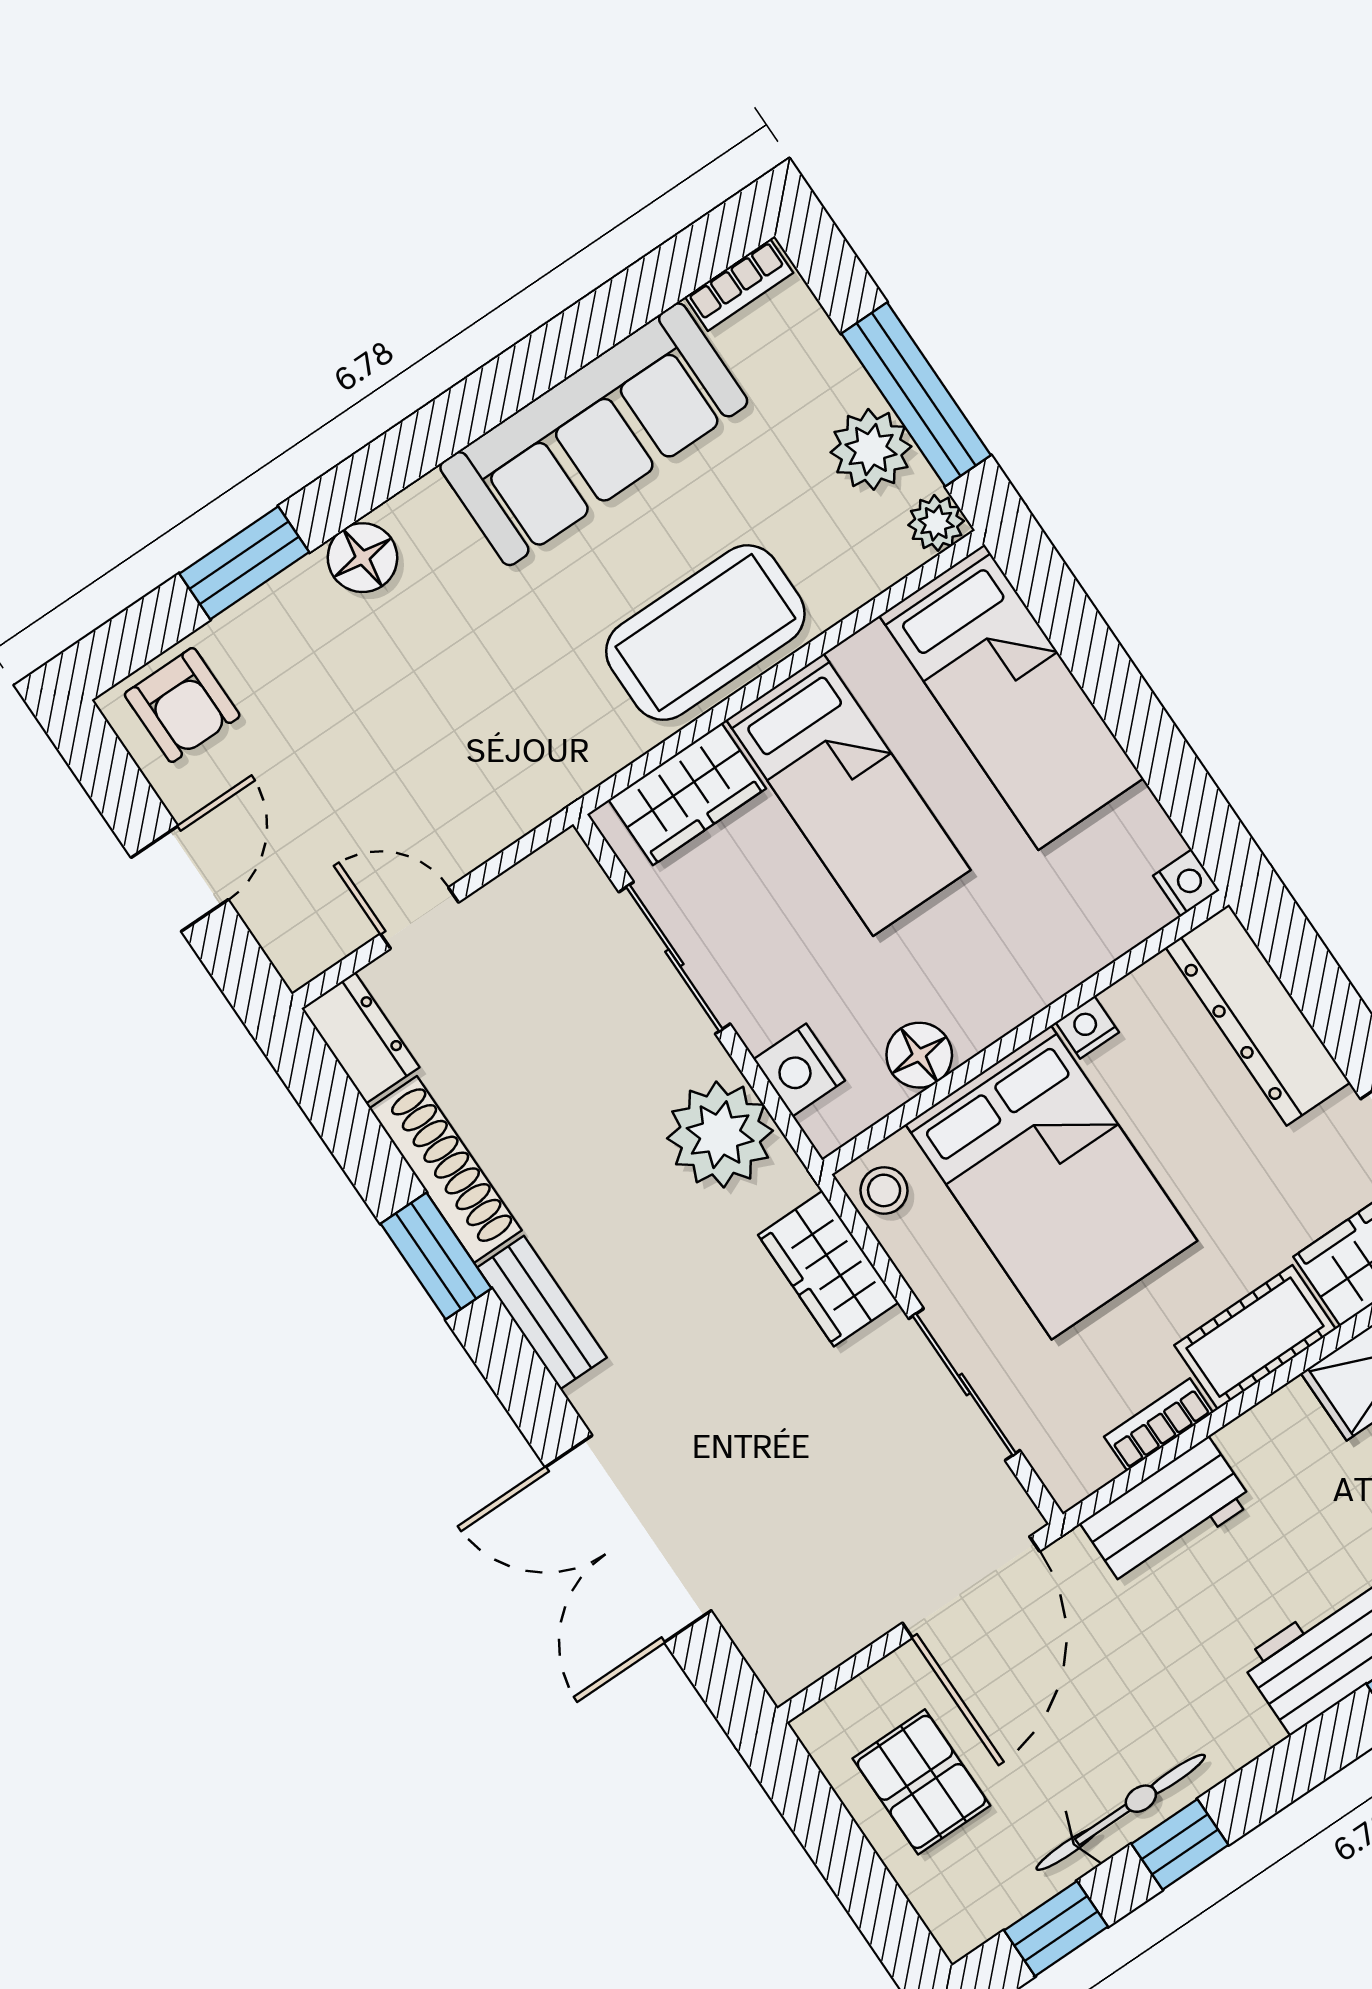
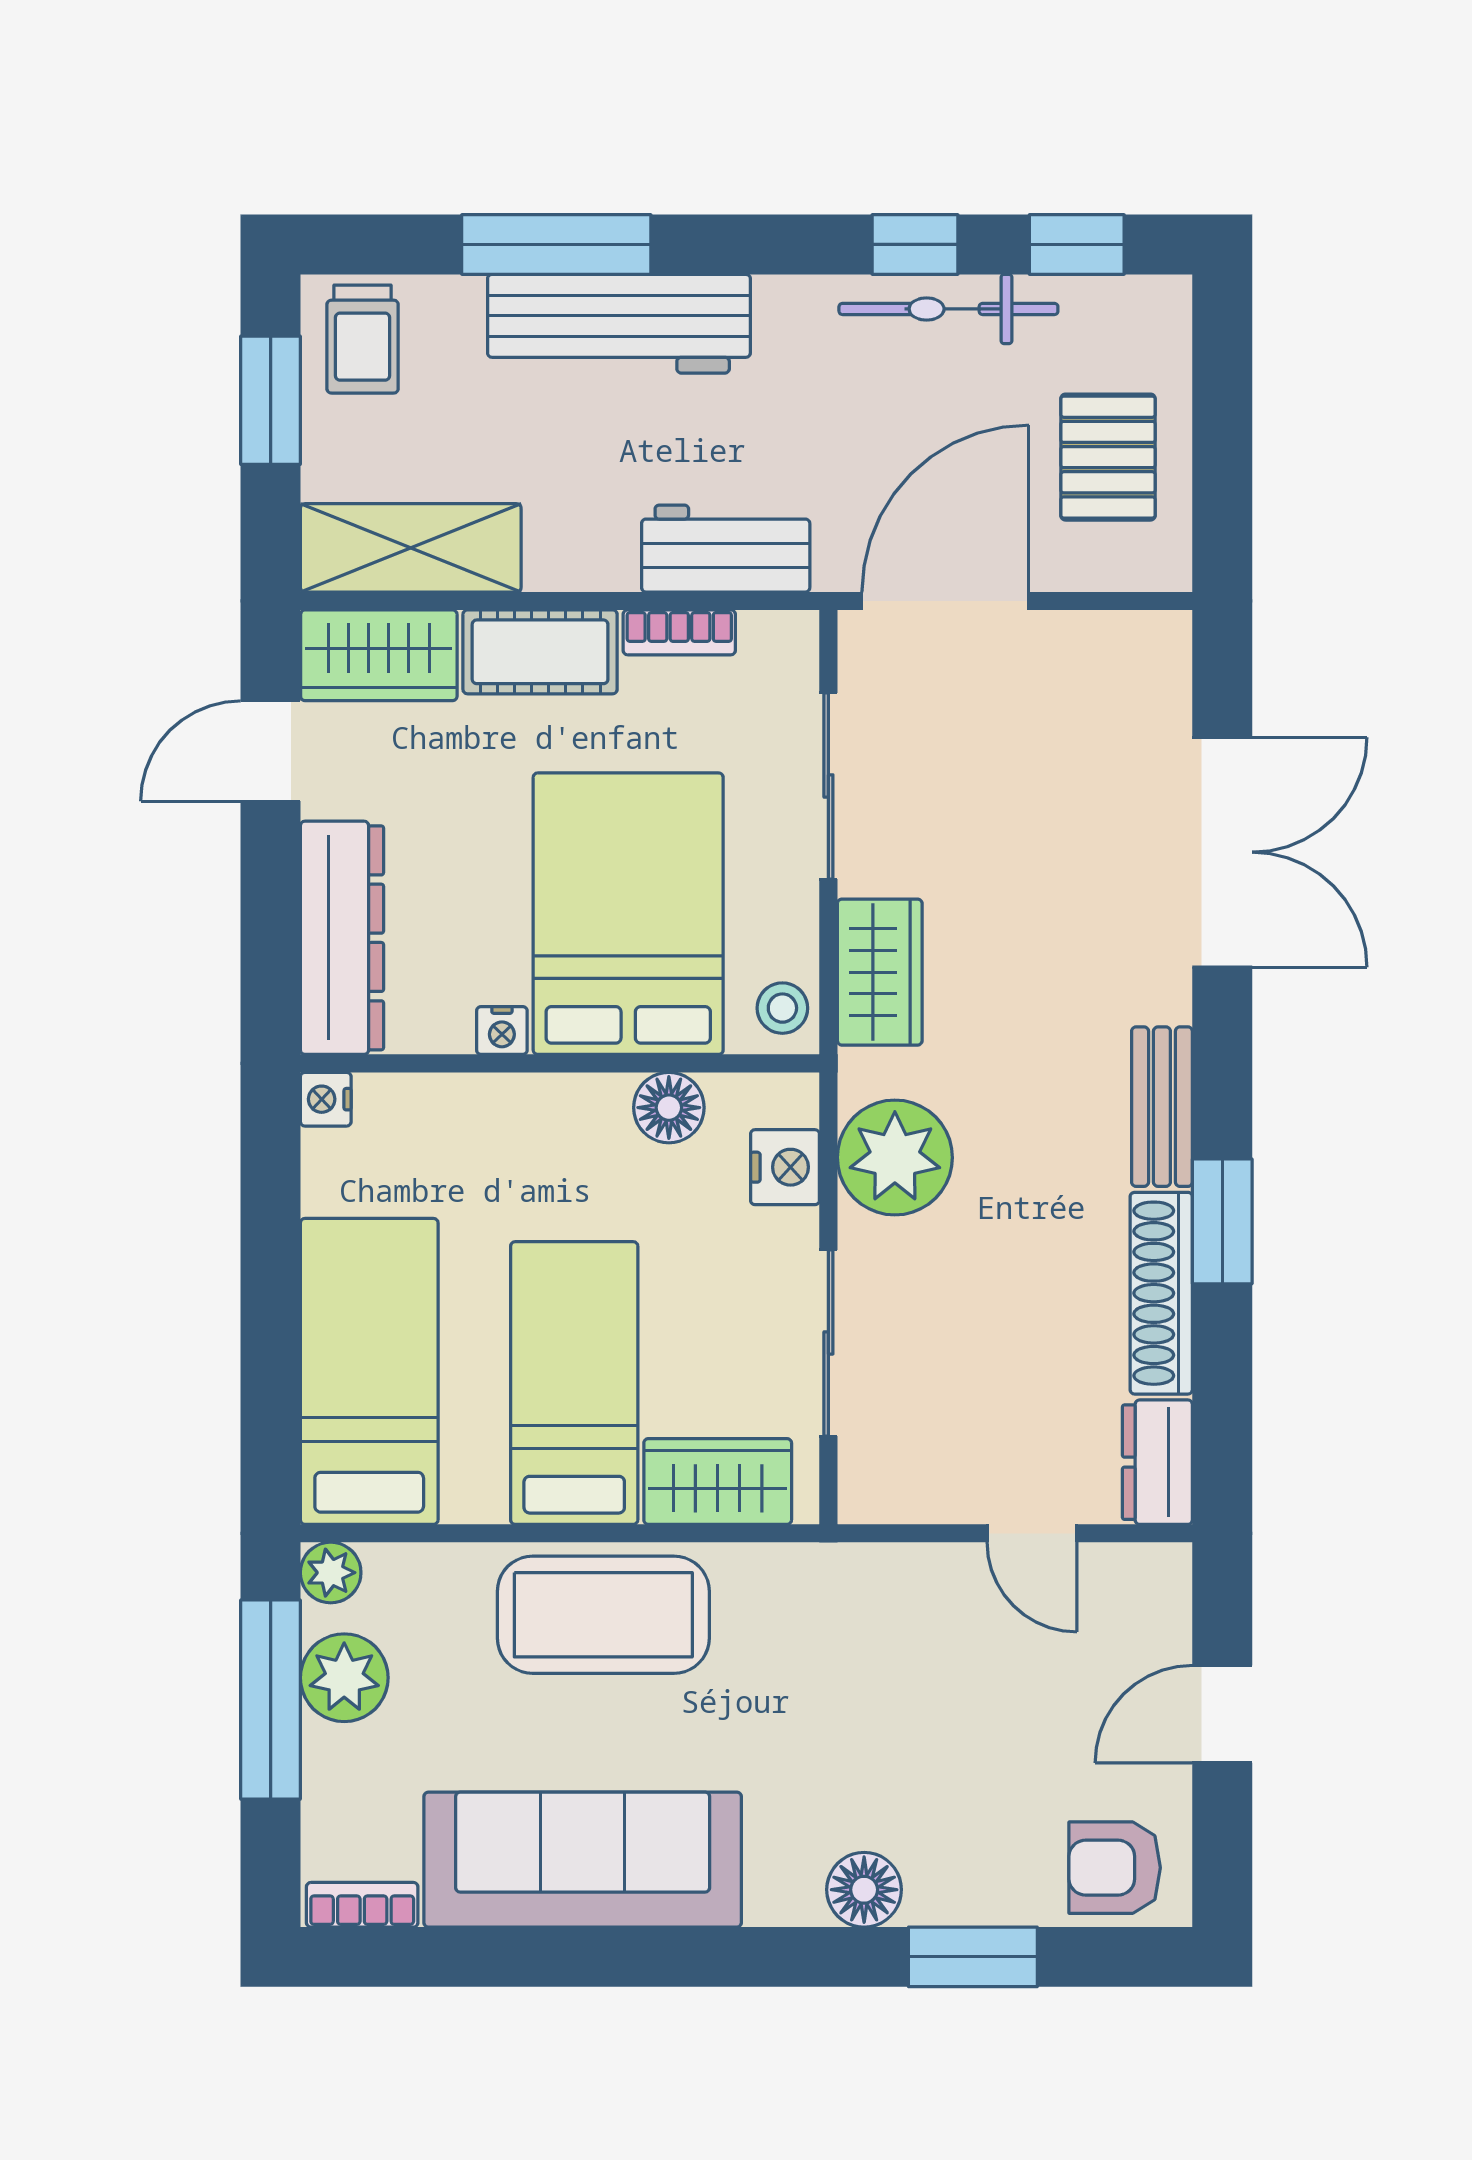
armchair: (182, 705) -> (1115, 1868), turned -90

